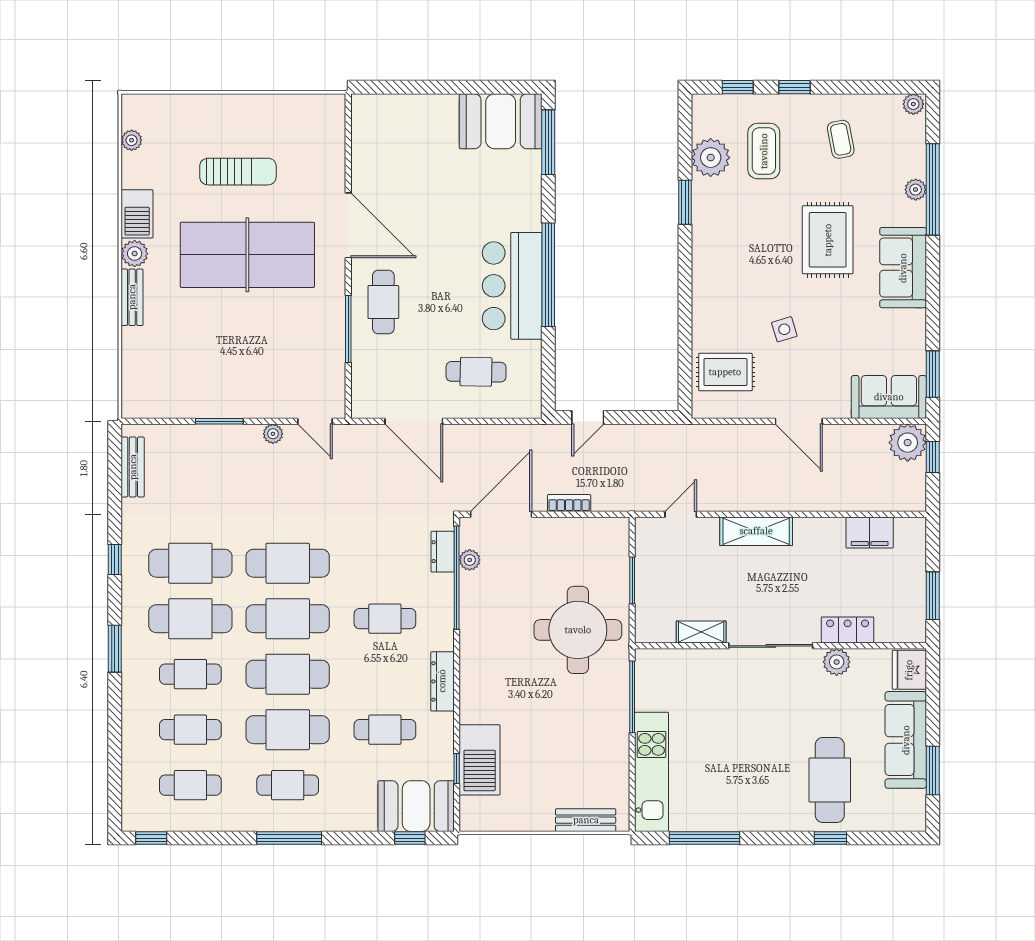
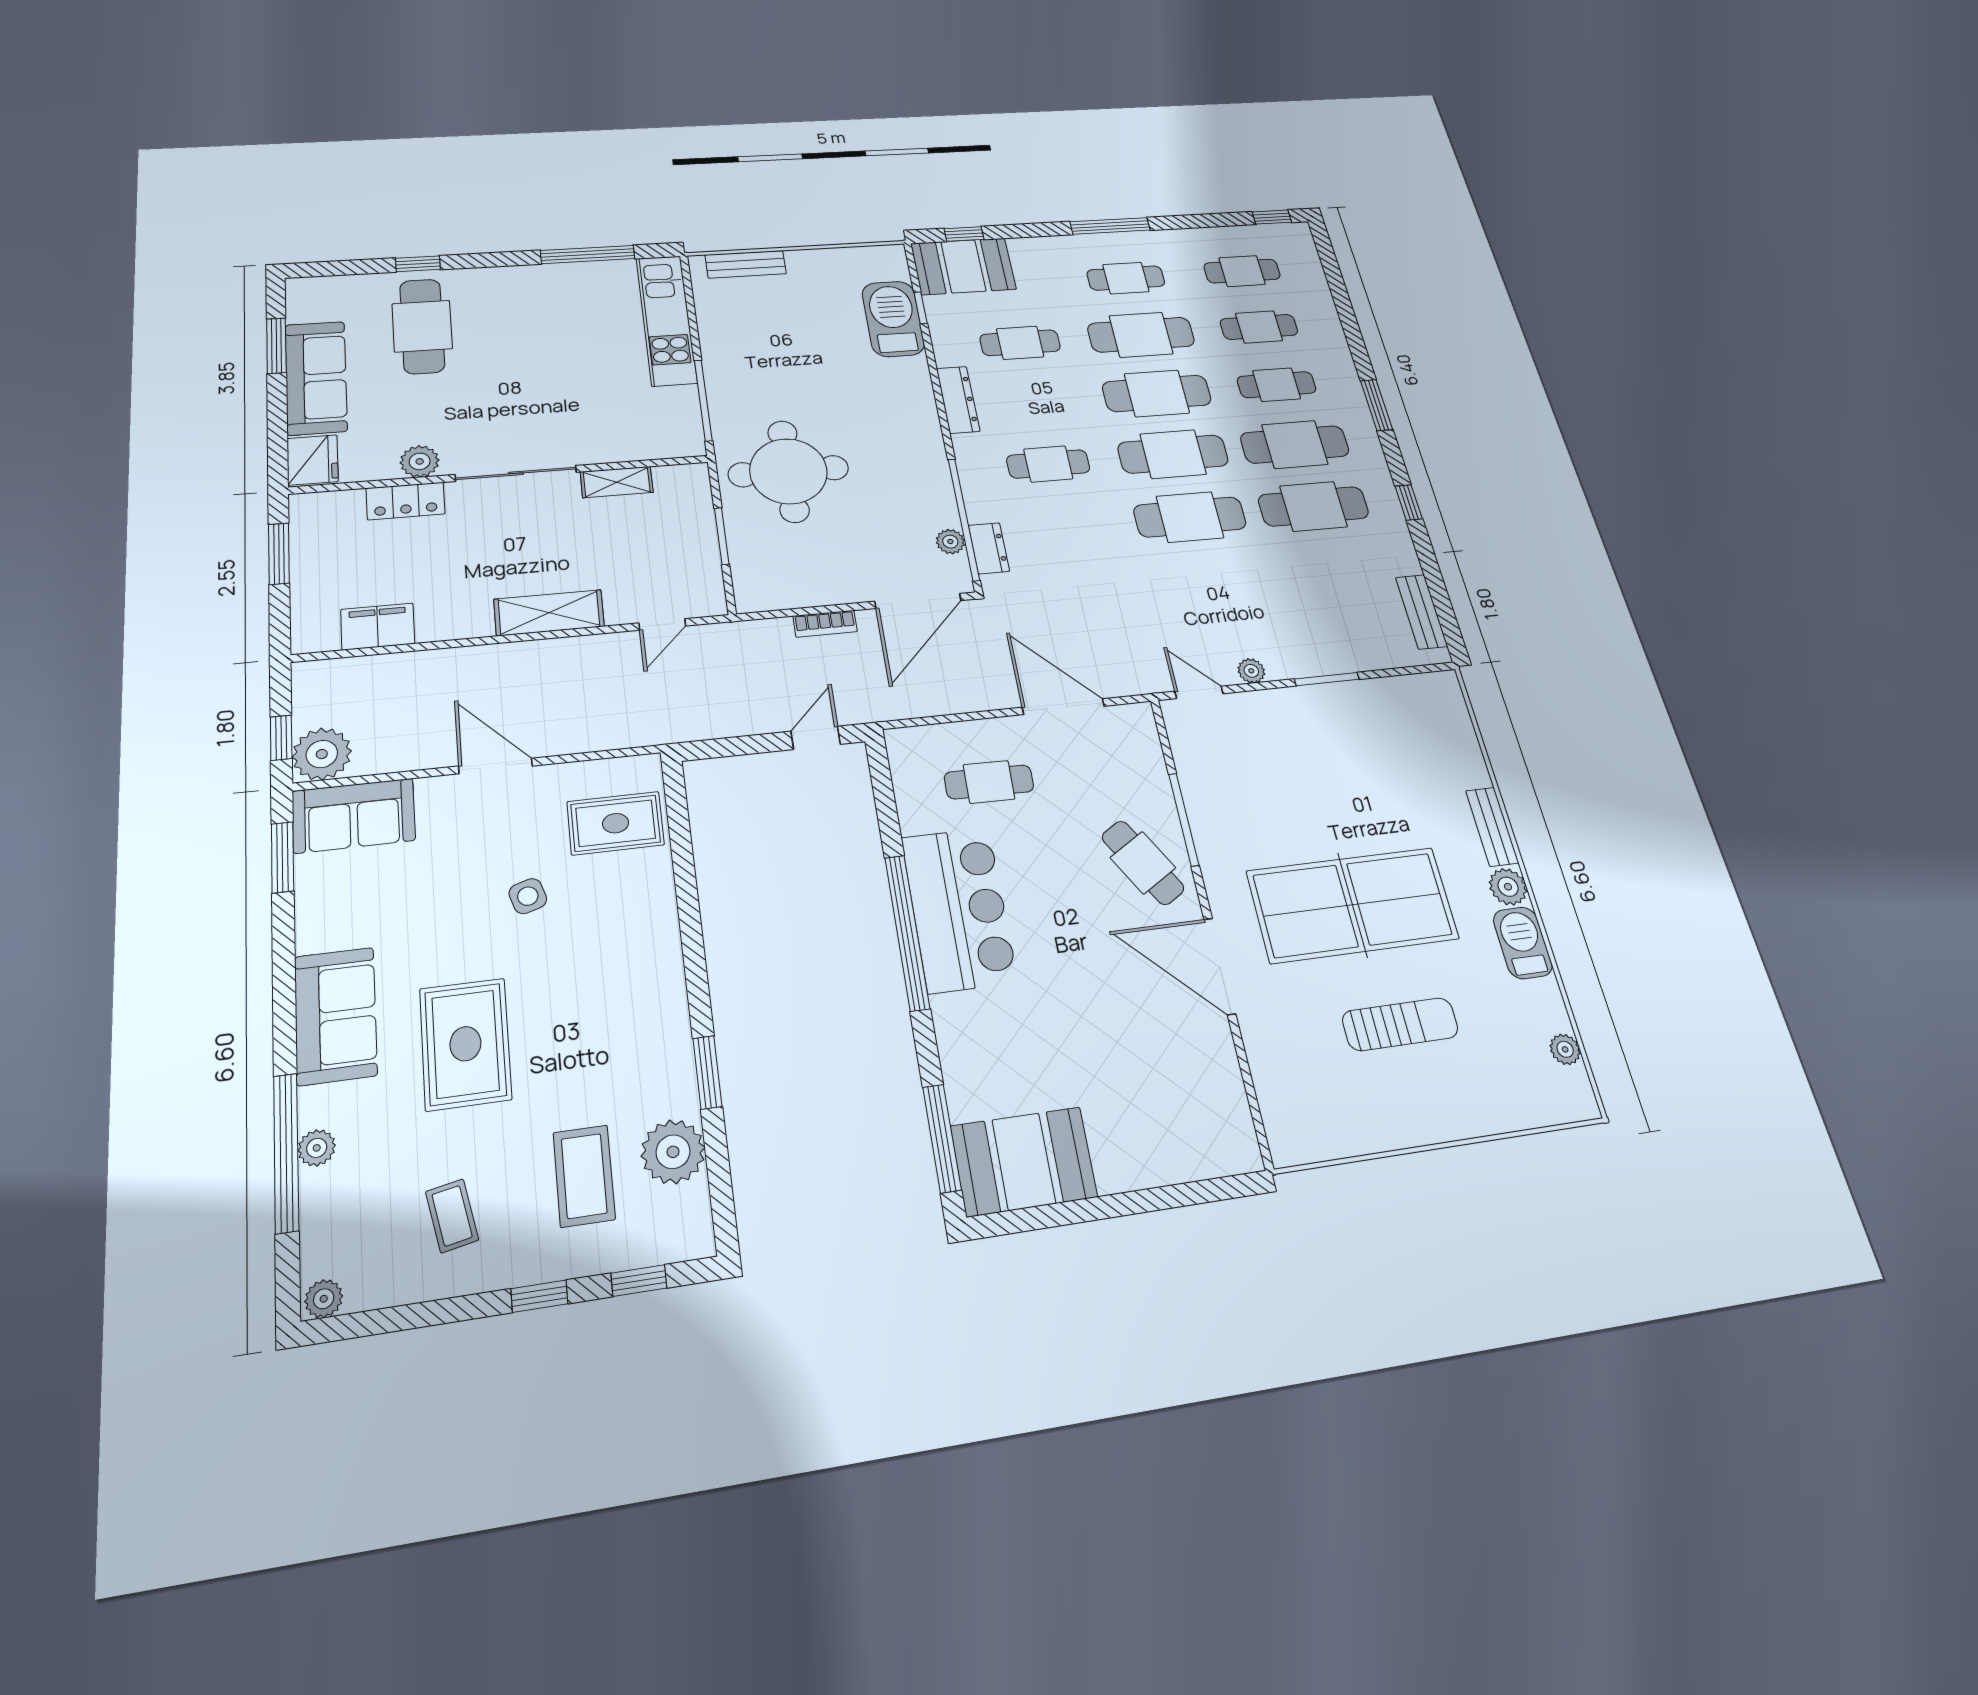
sun lounger: (238, 172) -> (1400, 1024), turned 180
cafe table: (383, 302) -> (1143, 863), turned -31

